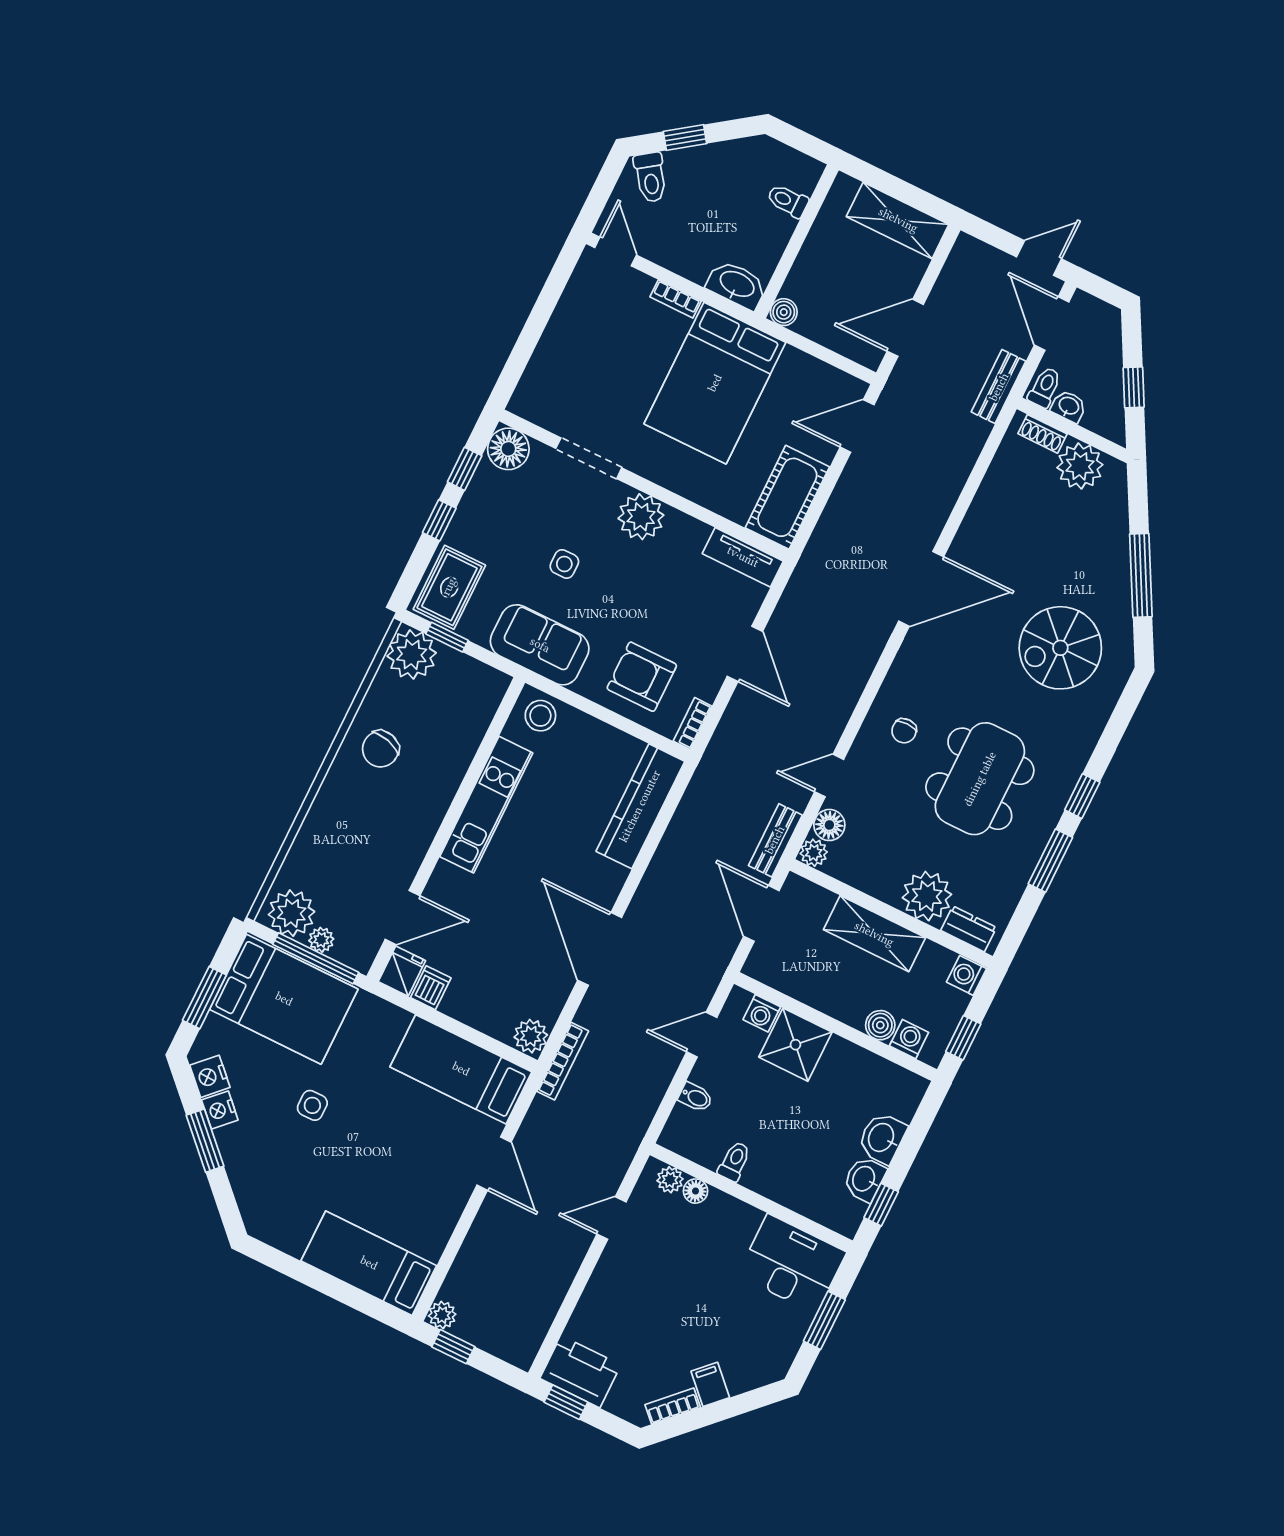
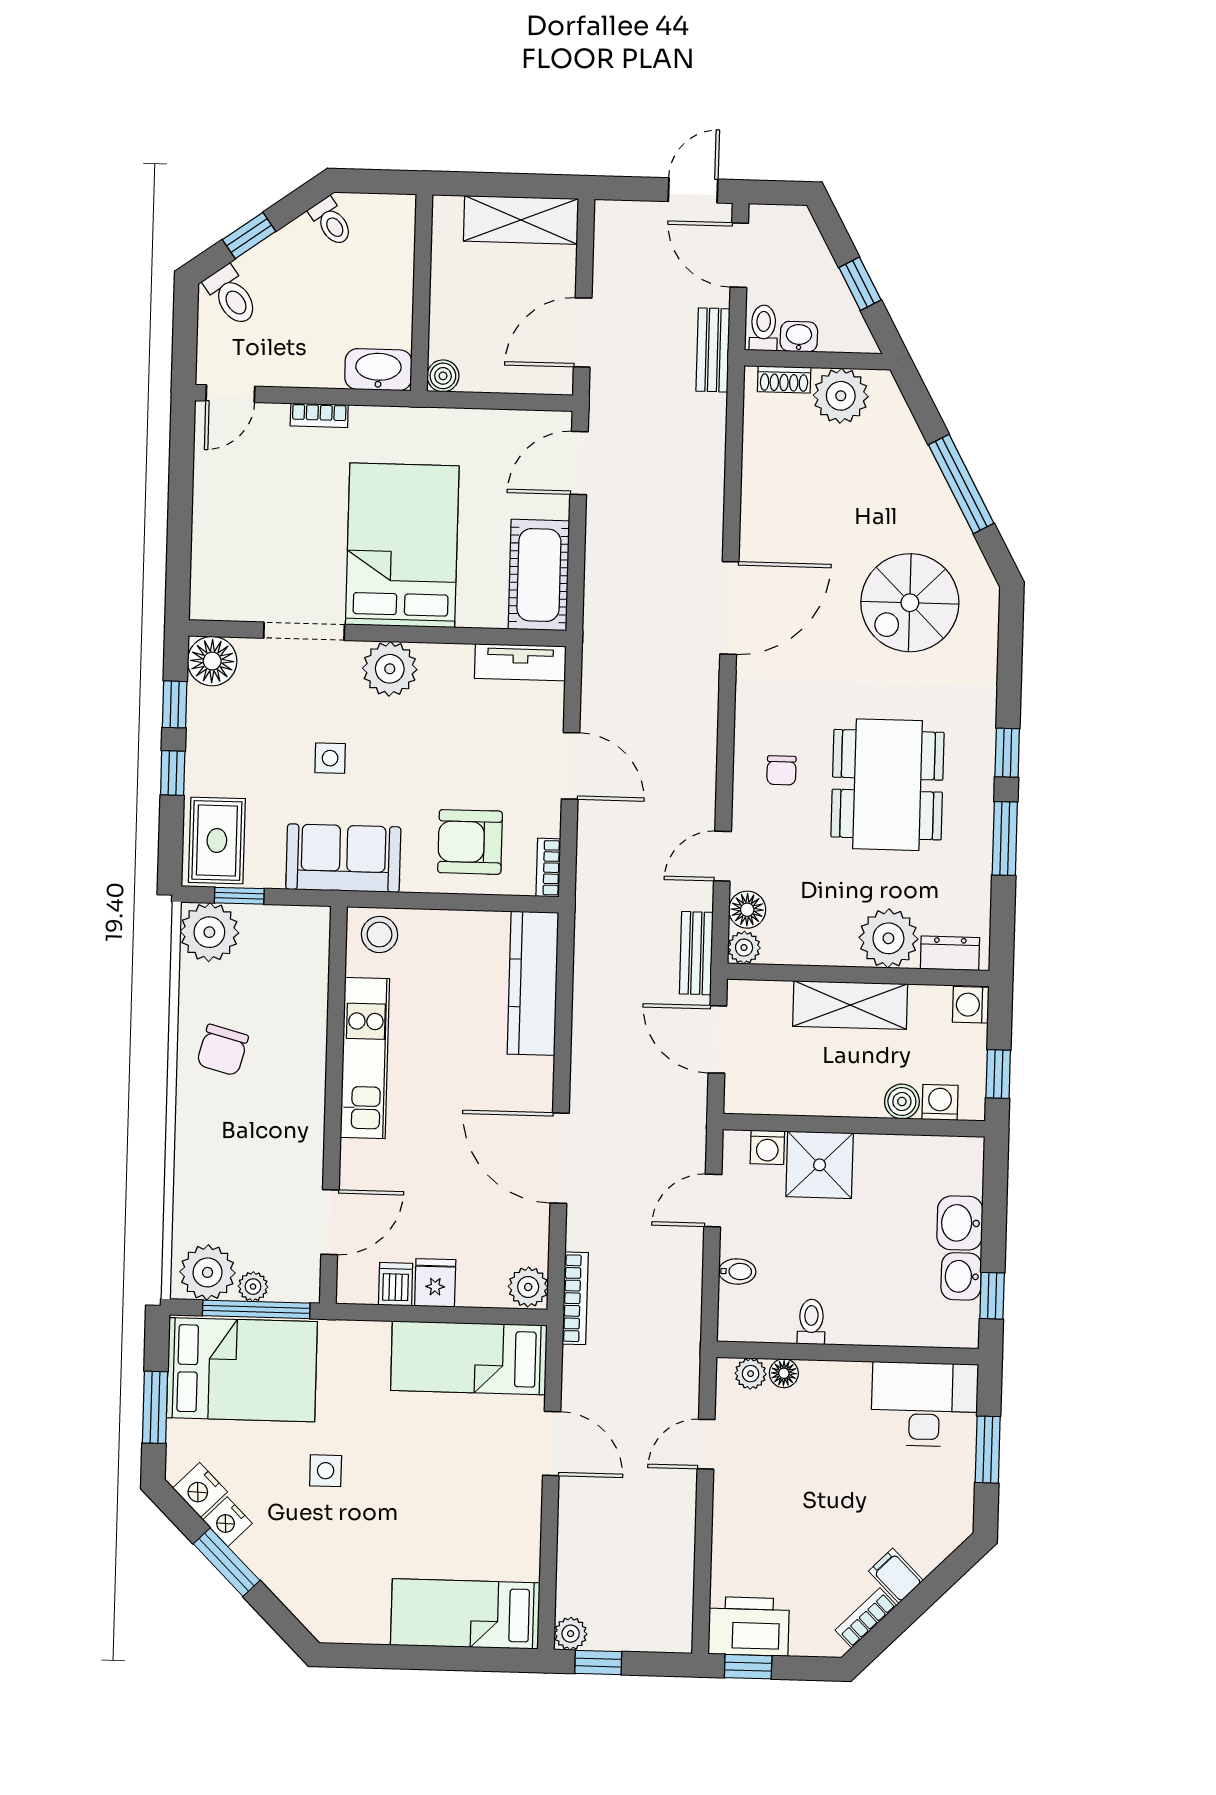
toilet: (788, 201) -> (331, 222), moved, turned -126
door: (616, 251) -> (230, 394), swing flipped
bed: (715, 383) -> (402, 545), moved, turned 180
fridge: (402, 971) -> (435, 1283), moved

